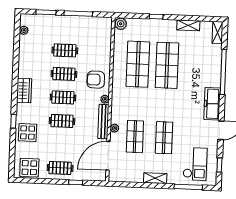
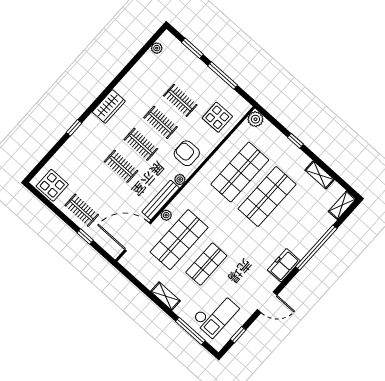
freezer: (212, 104) -> (284, 265), width x0.71
display table: (28, 133) -> (217, 117), moved
shop shelf: (135, 137) -> (179, 240), width x1.43, depth x1.36

